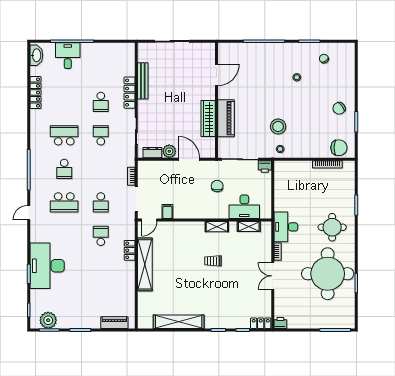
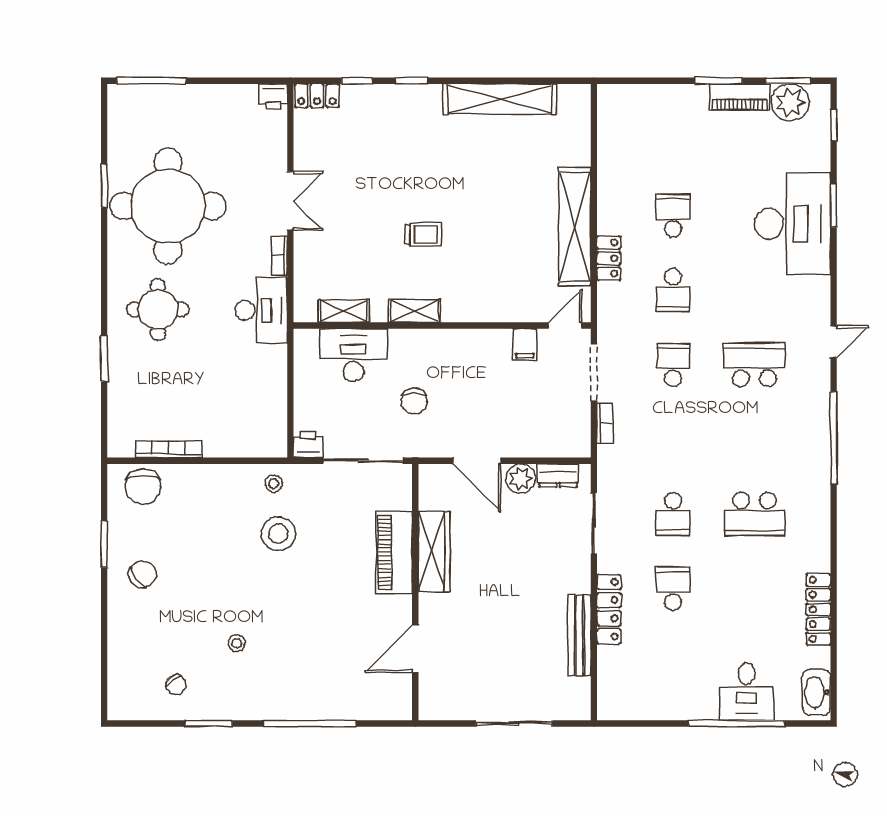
chair: (339, 148) -> (143, 487), turned -90
school desk: (64, 169) -> (673, 216), moved
piano: (114, 323) -> (740, 97), moved

